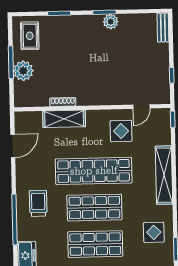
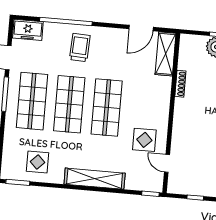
shelving: (64, 119) -> (166, 54), moved
door: (13, 146) -> (141, 28), hinge flipped
shop shelf: (94, 171) -> (107, 108), width x0.71
trolley: (38, 203) -> (80, 48), turned -87

